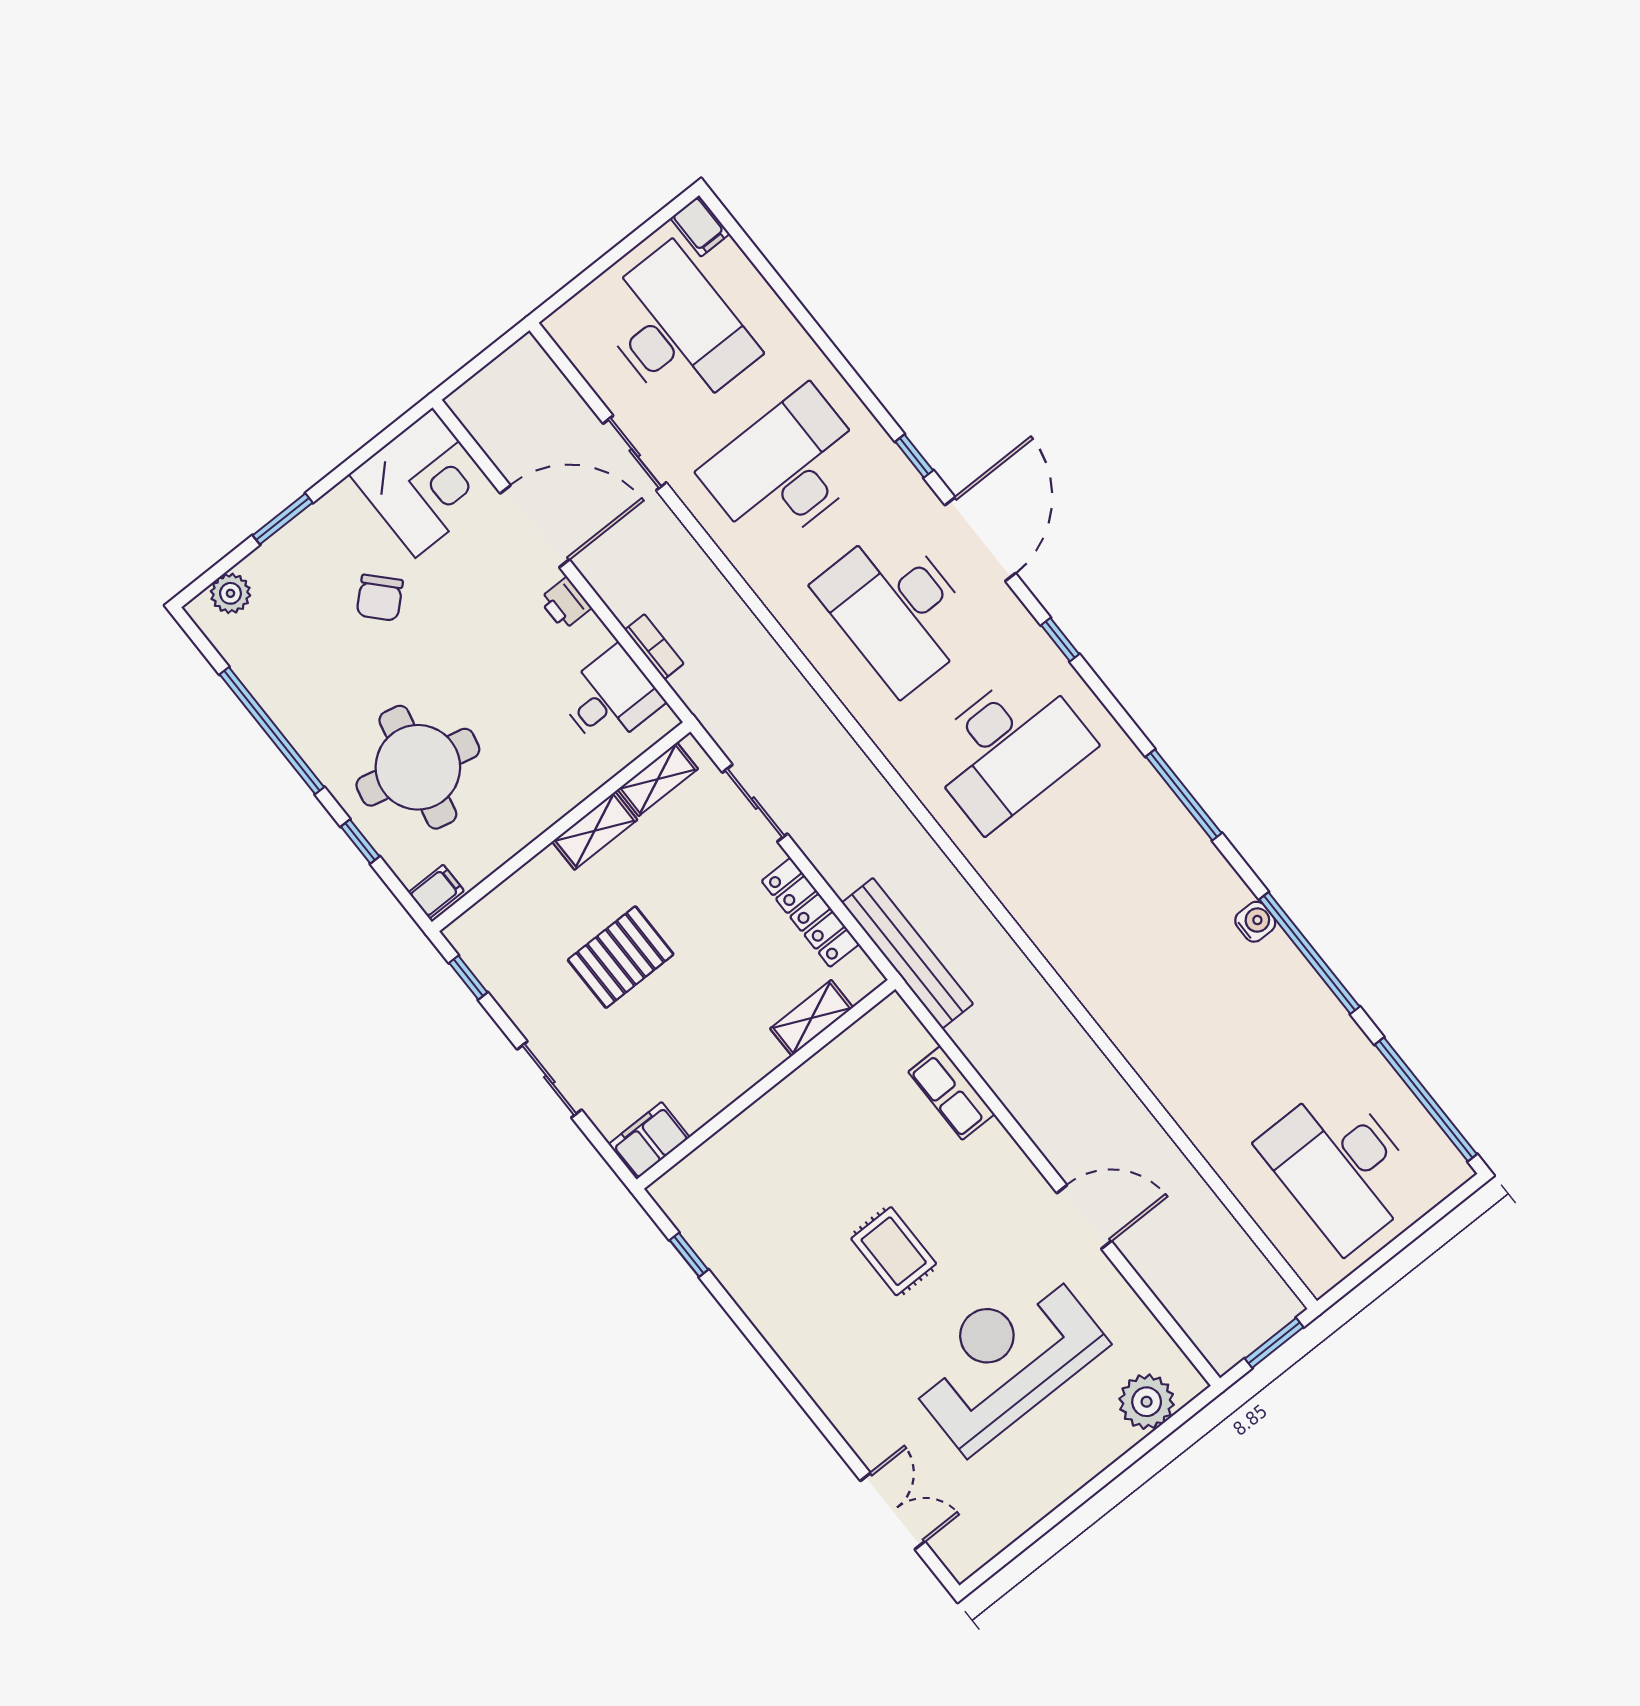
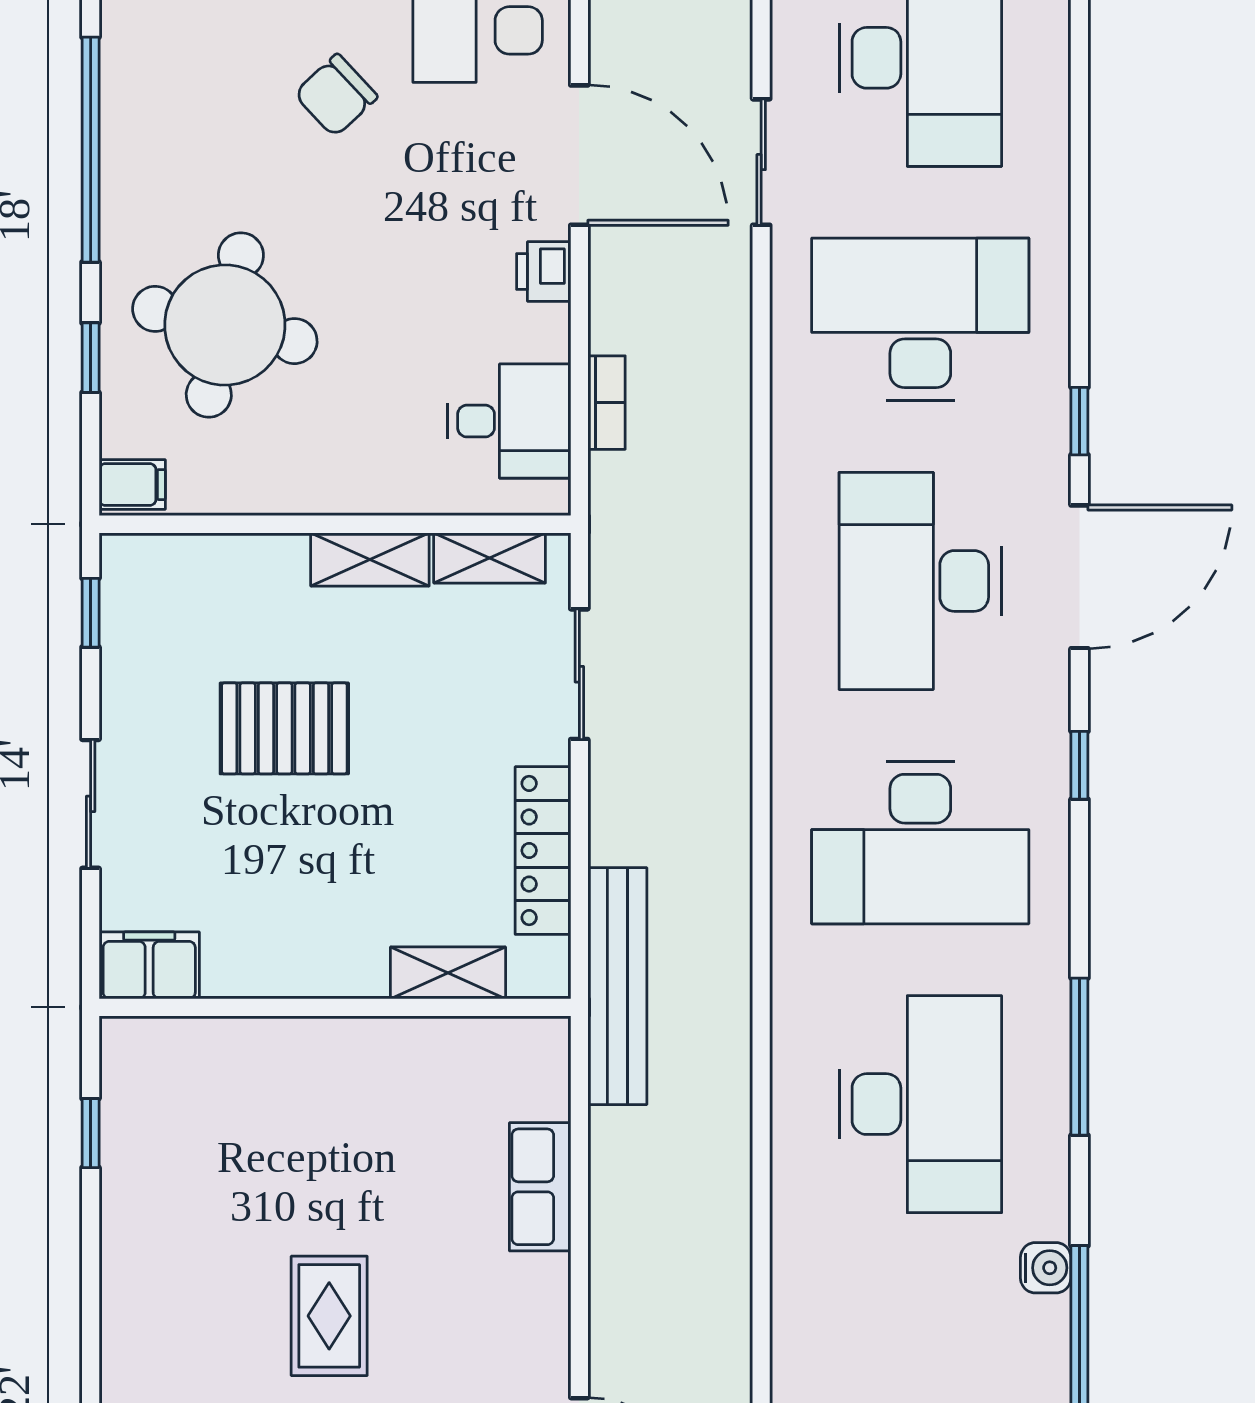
desk: (1119, 888) -> (920, 1104), added

